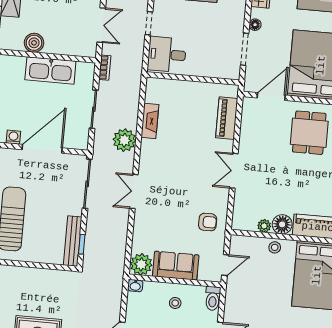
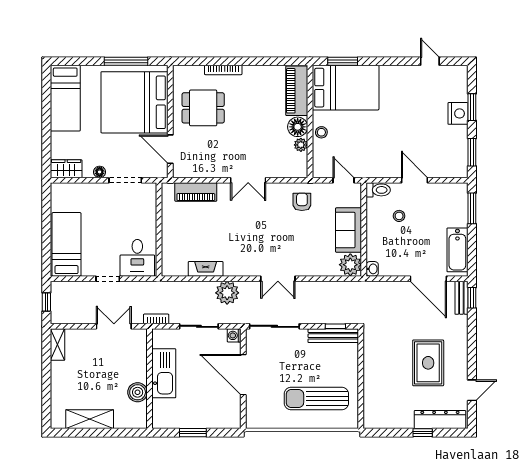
washing machine: (13, 137) -> (234, 335), moved
stool: (175, 303) -> (399, 216), moved

